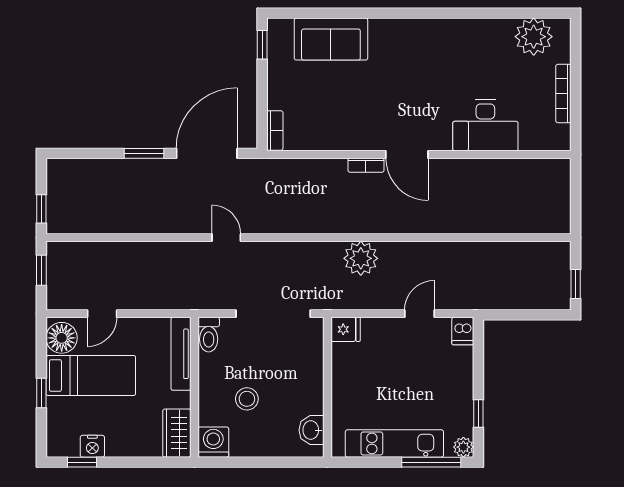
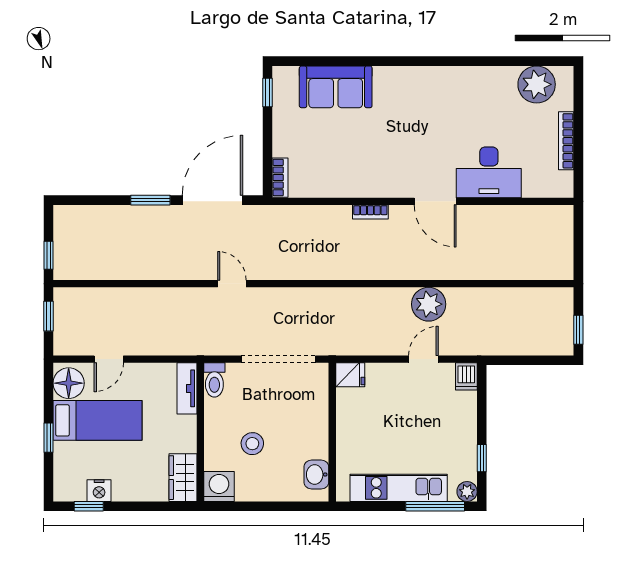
door: (407, 154) -> (435, 201), moved
plant: (361, 258) -> (429, 304), moved
tv unit: (181, 354) -> (187, 388), width x0.71

